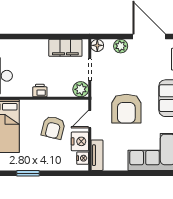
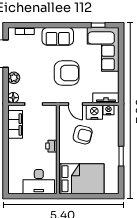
plant: (81, 89) -> (50, 112), removed

